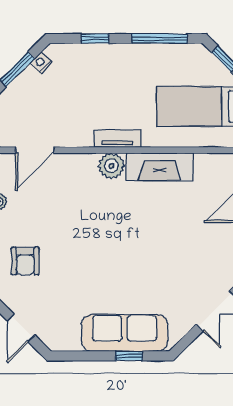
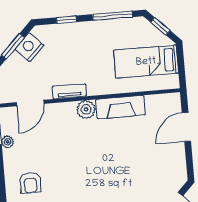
nightstand: (41, 63) -> (29, 47), width x1.89, depth x1.79
tv unit: (117, 139) -> (69, 91), moved

